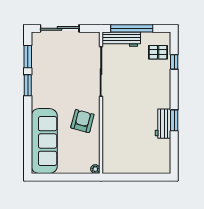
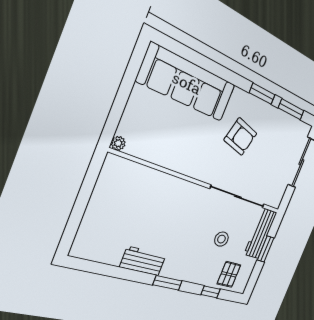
window: (132, 28) -> (266, 249), width x0.47
stool: (134, 71) -> (221, 239), added
window: (174, 120) -> (168, 283), moved
armchair: (82, 121) -> (240, 137), moved

